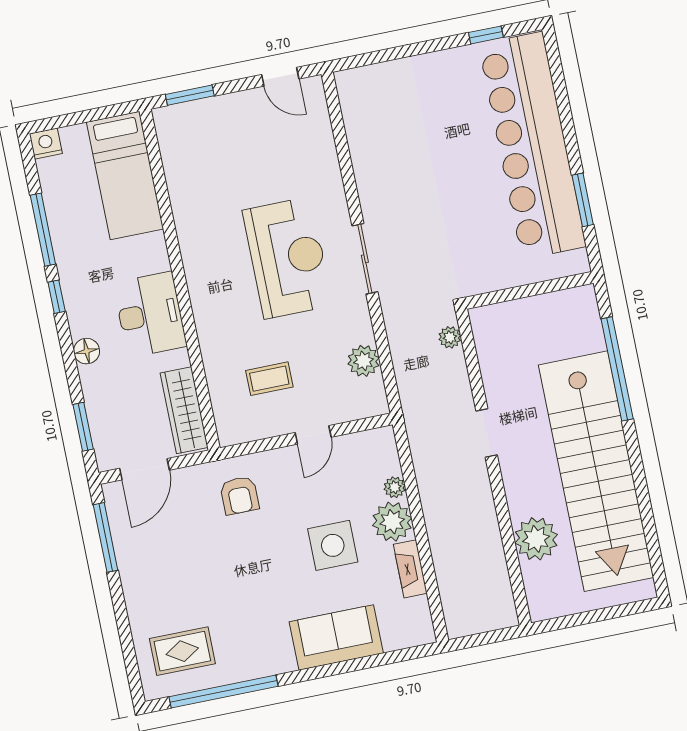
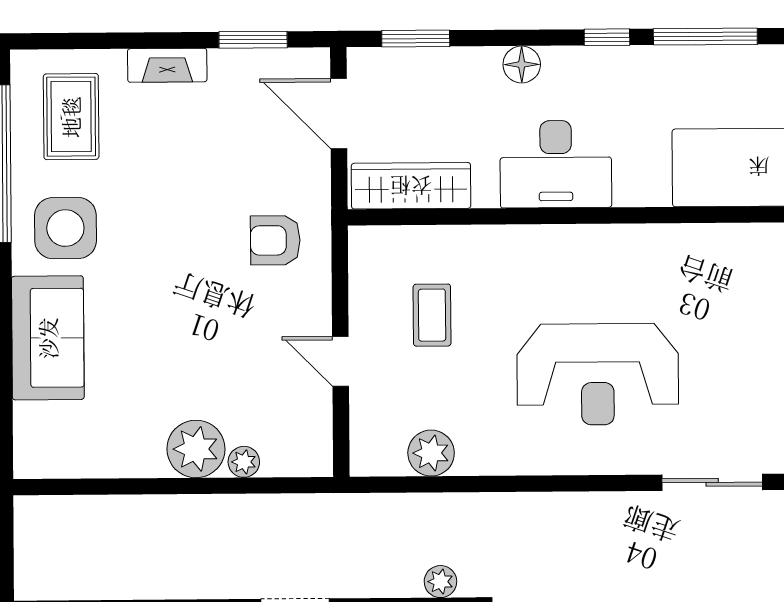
sliding door: (365, 259) -> (712, 482), moved
window: (106, 537) -> (253, 40), width x0.69
side table: (333, 545) -> (65, 228), moved
fireplace: (410, 569) -> (167, 65), moved, turned 180

